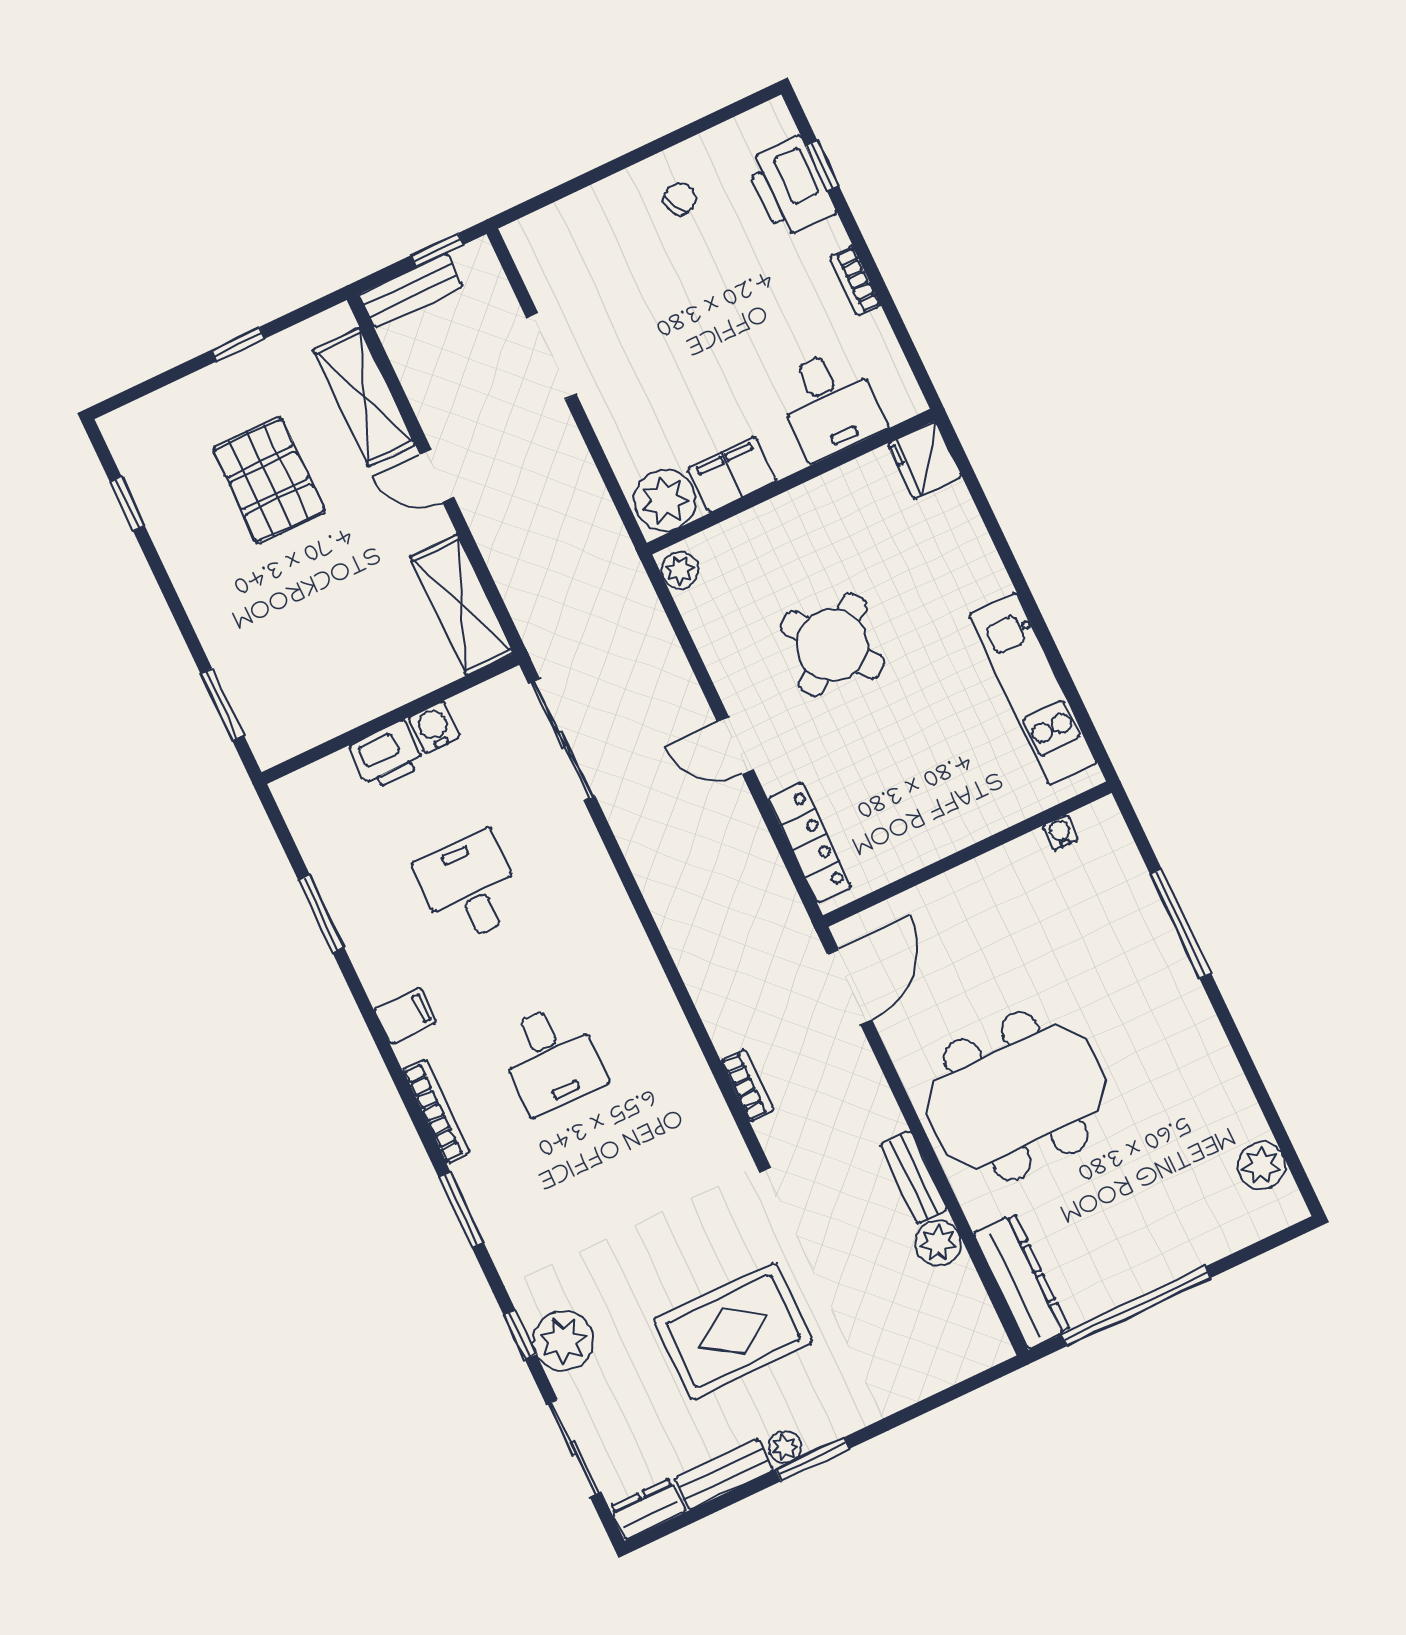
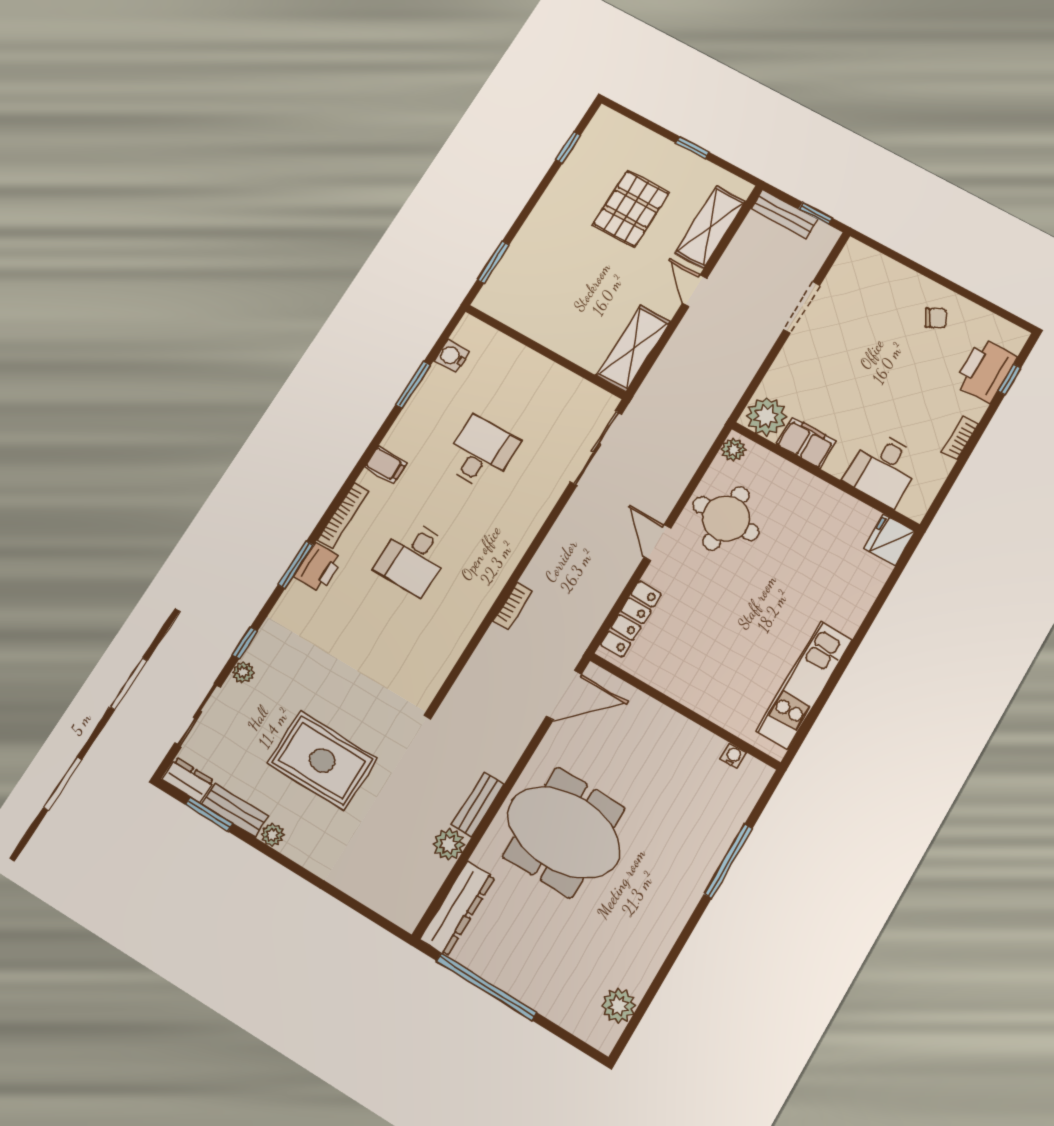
round table: (833, 645) -> (726, 518), moved, turned 37
water cooler: (434, 727) -> (452, 356), moved, turned -90
printer: (387, 755) -> (319, 568), moved, turned -90
bookcase: (747, 1085) -> (513, 606), moved
plant: (563, 1341) -> (243, 672), width x0.53, depth x0.53
window: (812, 1459) -> (209, 814), moved

